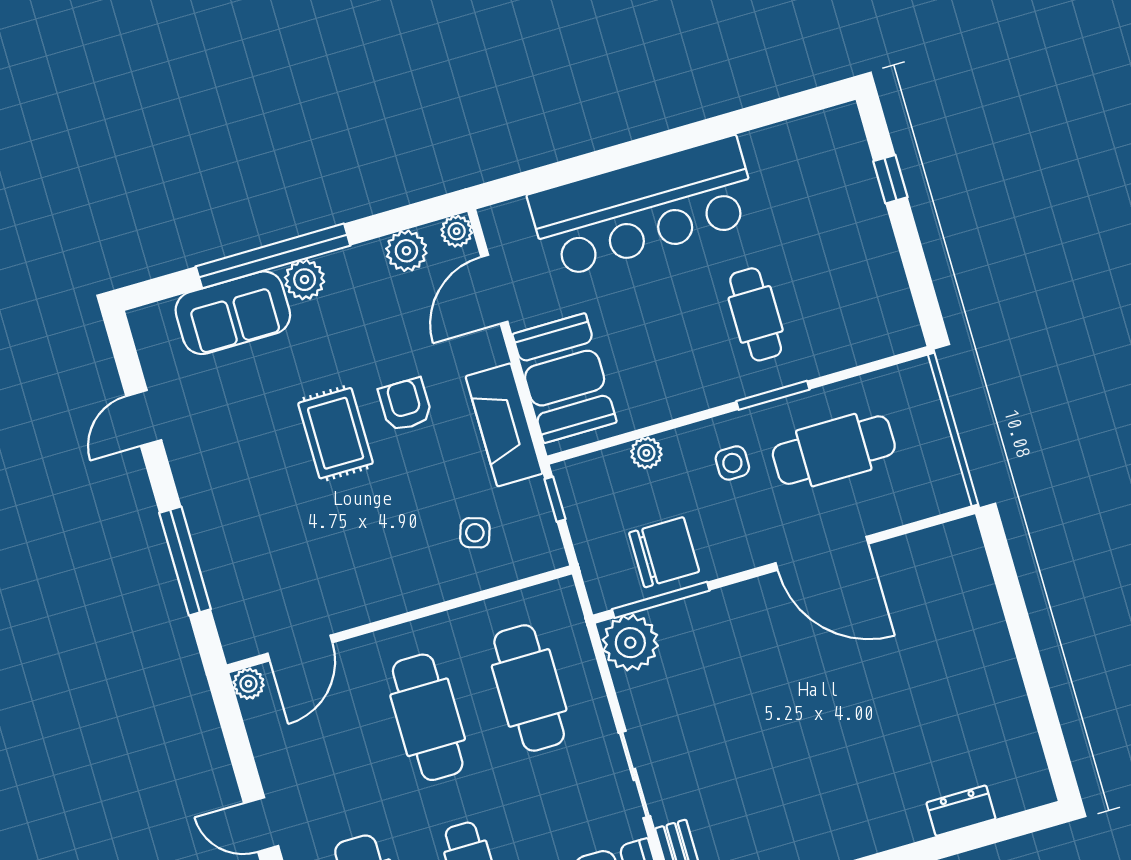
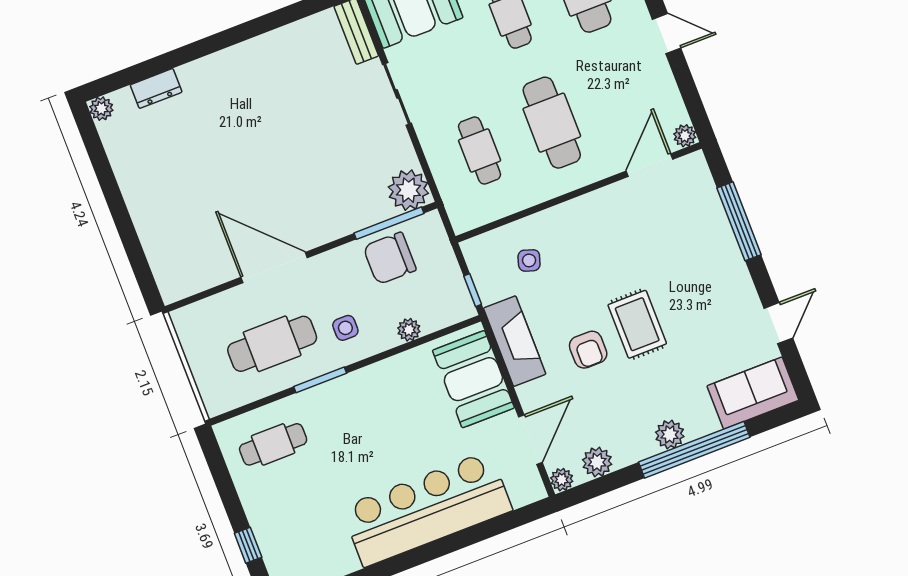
sofa: (233, 313) -> (753, 393), moved
cafe table: (756, 314) -> (273, 444), moved, turned 90
cafe table: (529, 688) -> (480, 150), width x0.73, depth x0.74
plant: (1038, 790) -> (101, 109), added

